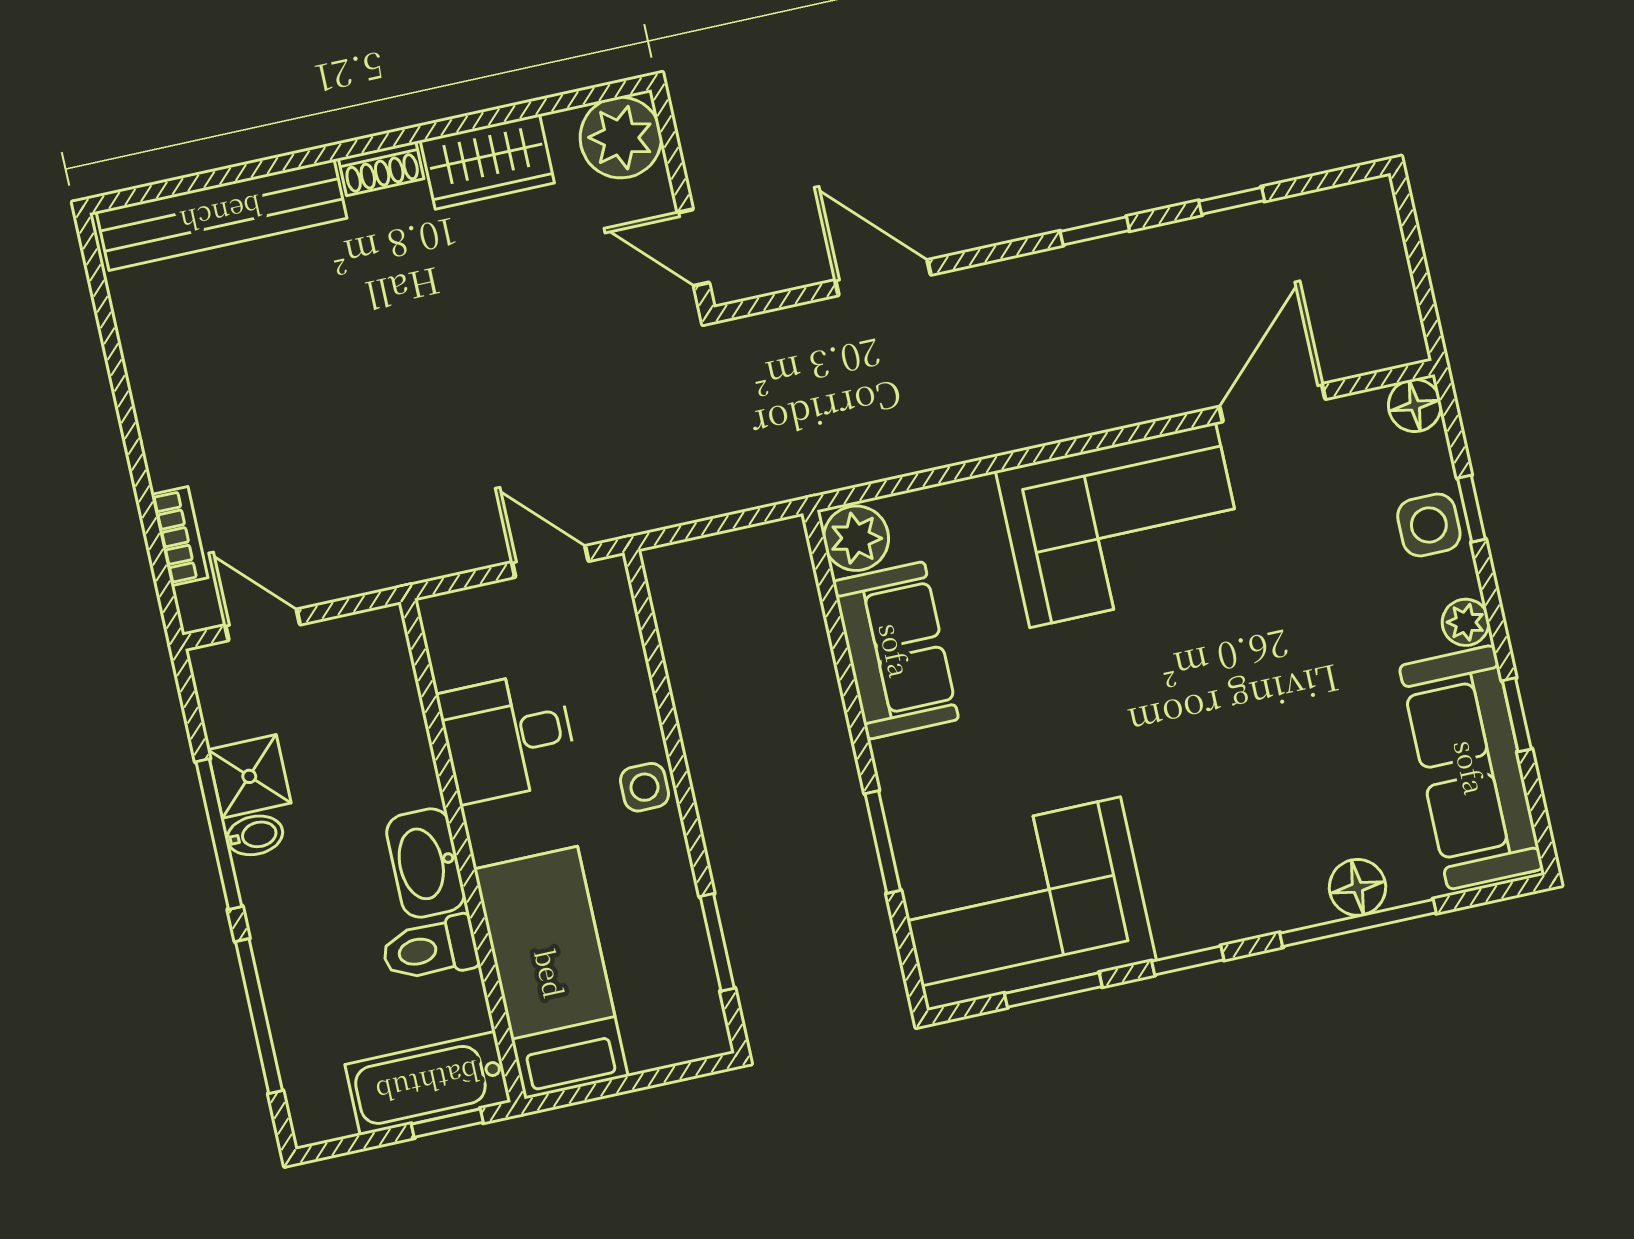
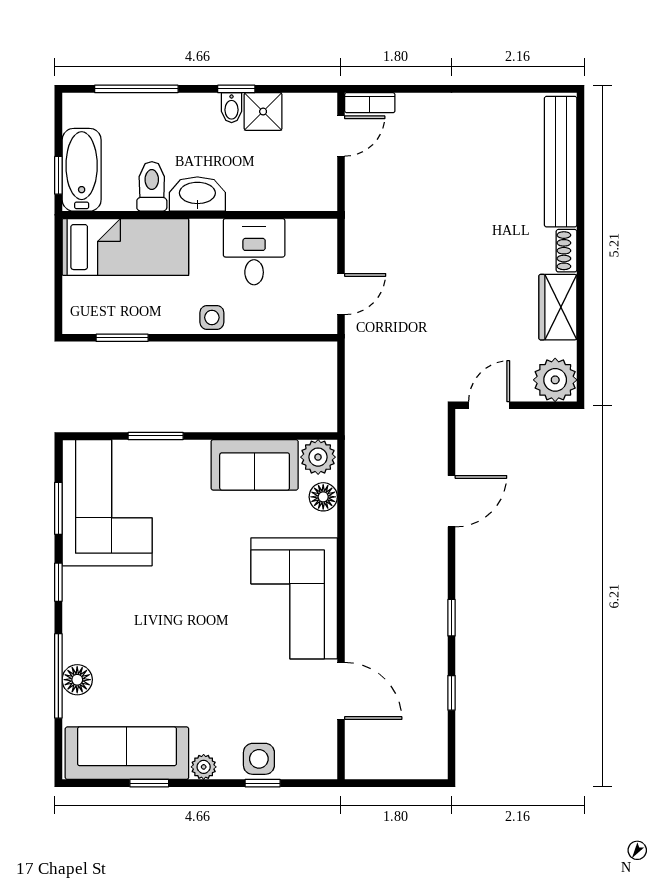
floor lamp: (1415, 405) -> (323, 497), moved
bookcase: (180, 536) -> (370, 103), moved
window: (219, 834) -> (236, 89), width x0.46

